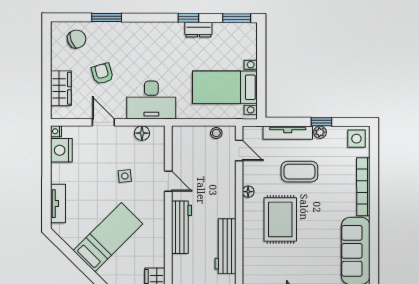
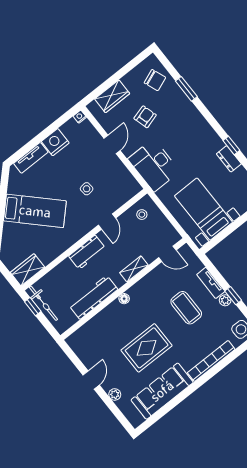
floor lamp: (142, 133) -> (126, 177), removed
stool: (216, 133) -> (142, 215), moved
tv unit: (288, 133) -> (211, 283), width x0.71
nightstand: (61, 150) -> (55, 142), moved
door: (239, 150) -> (167, 254), hinge flipped
shelving: (229, 190) -> (134, 269), added
floor lamp: (248, 192) -> (124, 299), moved
rug: (280, 219) -> (147, 348), moved
workbench: (181, 227) -> (87, 252), width x0.73

